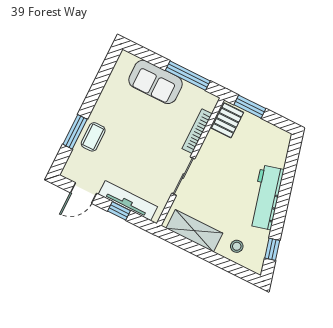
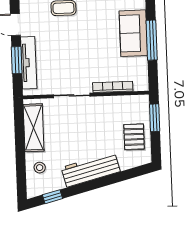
window: (188, 76) -> (152, 40), moved
pallet: (228, 120) -> (134, 137), moved, turned 90
window: (119, 211) -> (17, 60), width x1.50

